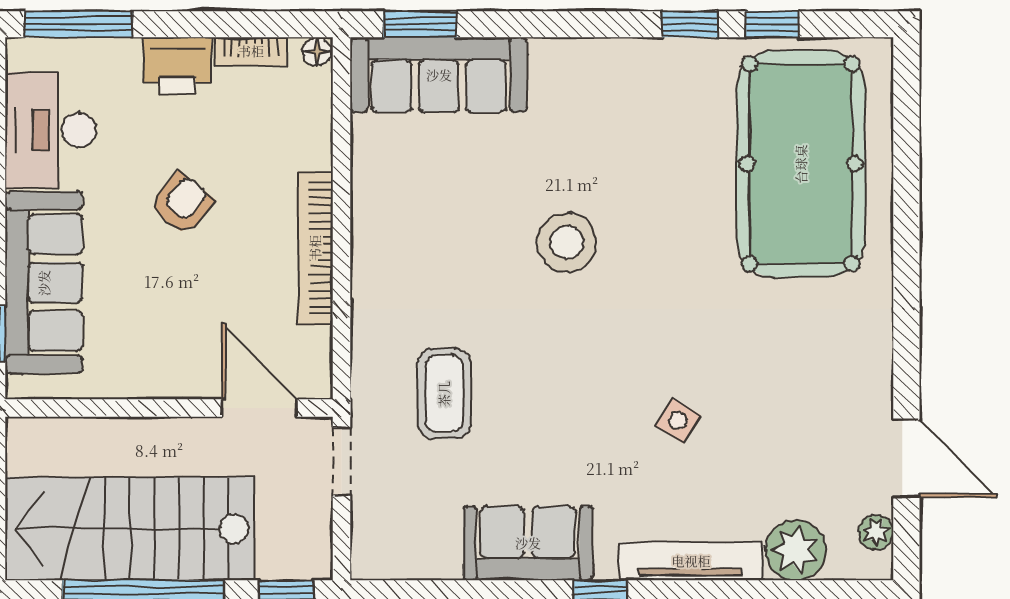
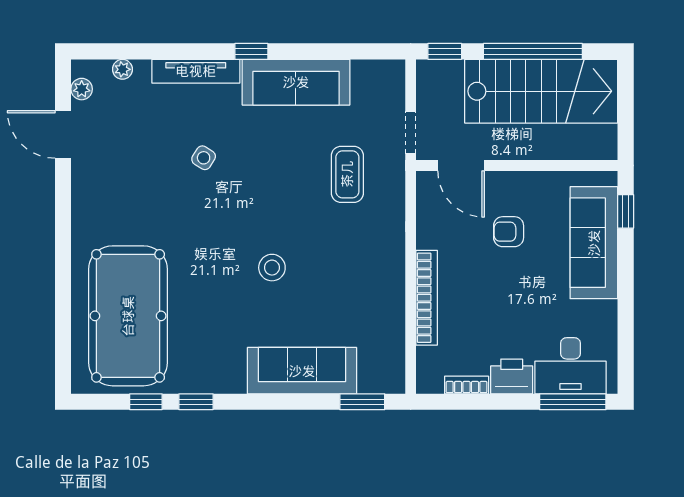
floor lamp: (317, 52) -> (426, 385), removed
sofa: (439, 75) -> (302, 371), moved
desk: (51, 130) -> (571, 366), moved, turned 90
armchair: (182, 203) -> (509, 232), moved, turned 50
stool: (567, 242) -> (272, 268), width x0.73, depth x0.73
bookcase: (315, 248) -> (427, 298), moved
sofa: (528, 543) -> (296, 82), width x1.36
plant: (796, 550) -> (122, 69), width x0.53, depth x0.53

